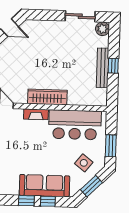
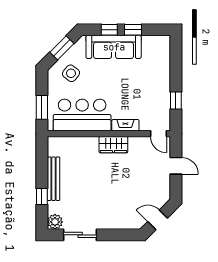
window: (113, 66) -> (42, 196), moved
wardrobe: (47, 97) -> (113, 145), width x0.67
window: (111, 146) -> (42, 107), moved

